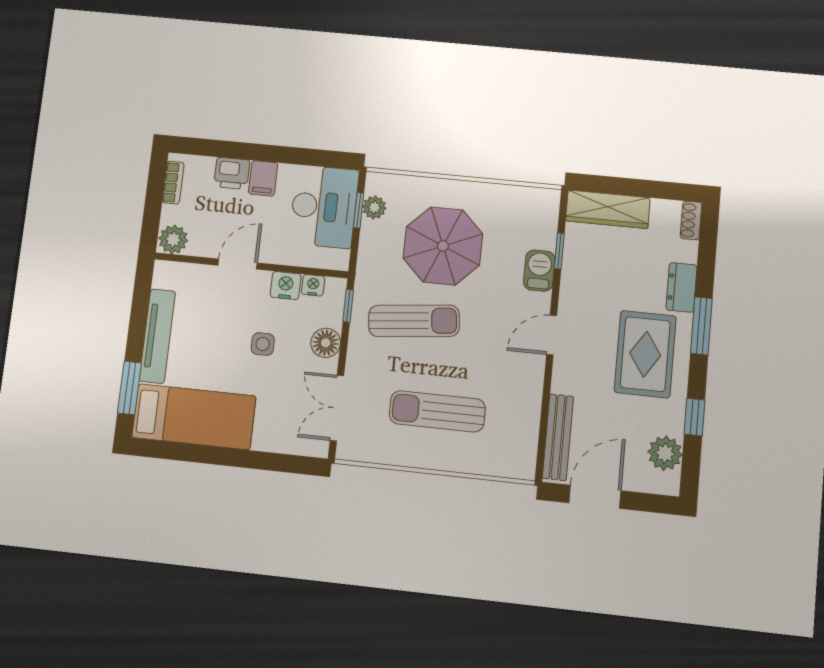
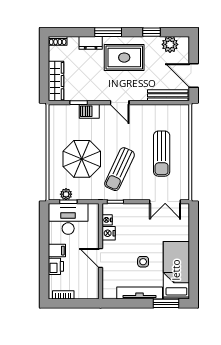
plant: (173, 239) -> (92, 291), removed
sun lounger: (414, 321) -> (120, 169), turned -149
floor lamp: (326, 343) -> (134, 211), removed
side table: (263, 344) -> (143, 262), moved

